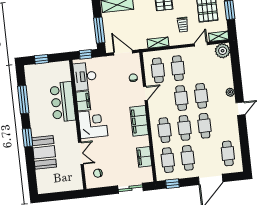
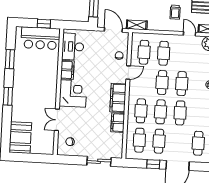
shelving: (158, 43) -> (137, 25), moved
door: (201, 44) -> (189, 34), hinge flipped
window: (85, 54) -> (77, 25), removed
window: (41, 59) -> (44, 24), moved
window: (23, 100) -> (10, 59), width x0.69
bar counter: (63, 102) -> (41, 38), moved, turned -90
booth: (44, 152) -> (20, 138), moved
double door: (81, 153) -> (57, 120), swing flipped
filing cabinet: (144, 157) -> (118, 123), moved
window: (172, 184) -> (153, 164), moved

